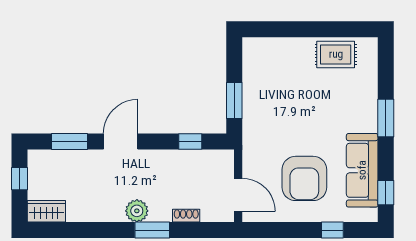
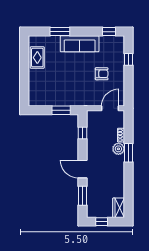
window: (386, 118) -> (60, 32), moved
sofa: (362, 170) -> (80, 44), moved
armchair: (304, 178) -> (102, 74), width x0.53, depth x0.53
plant: (137, 211) -> (118, 149), moved

